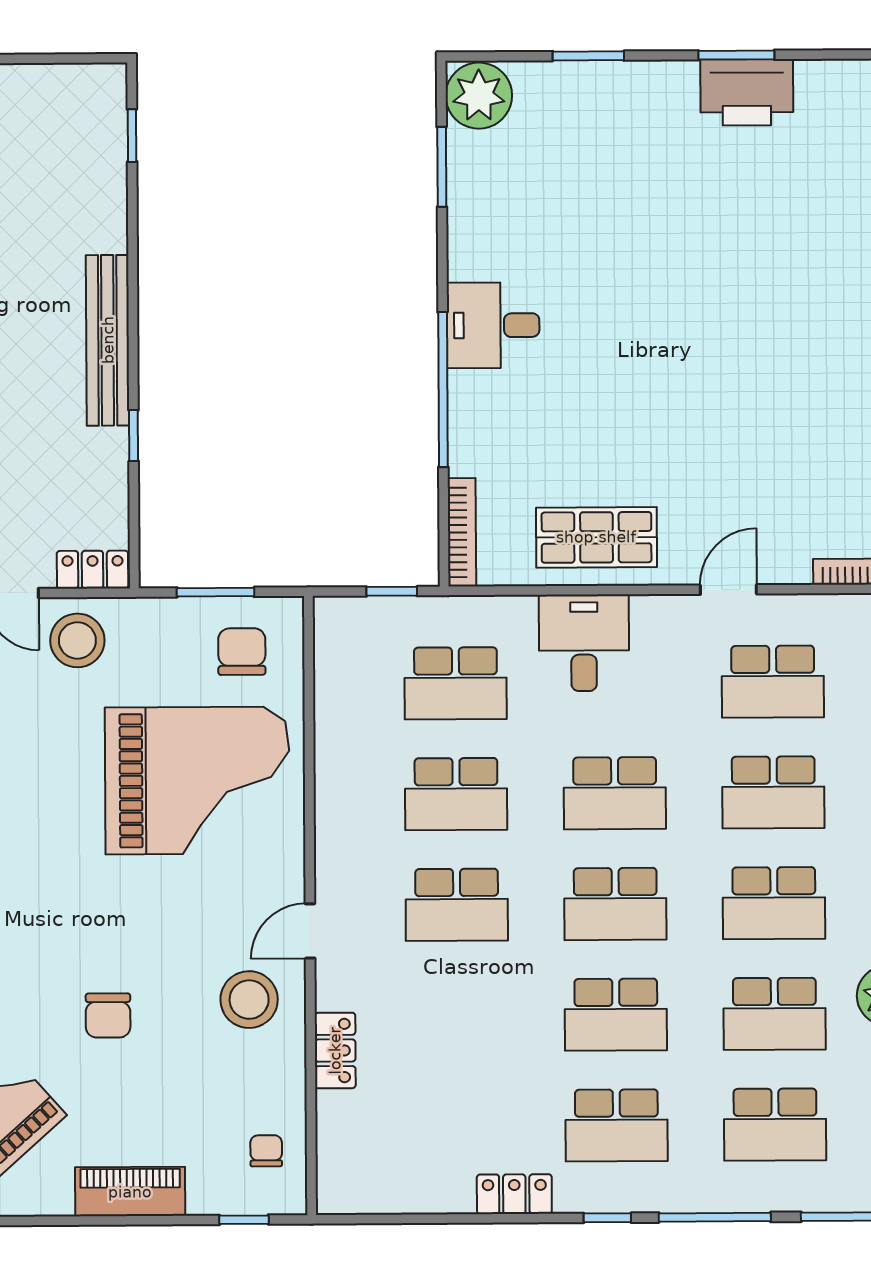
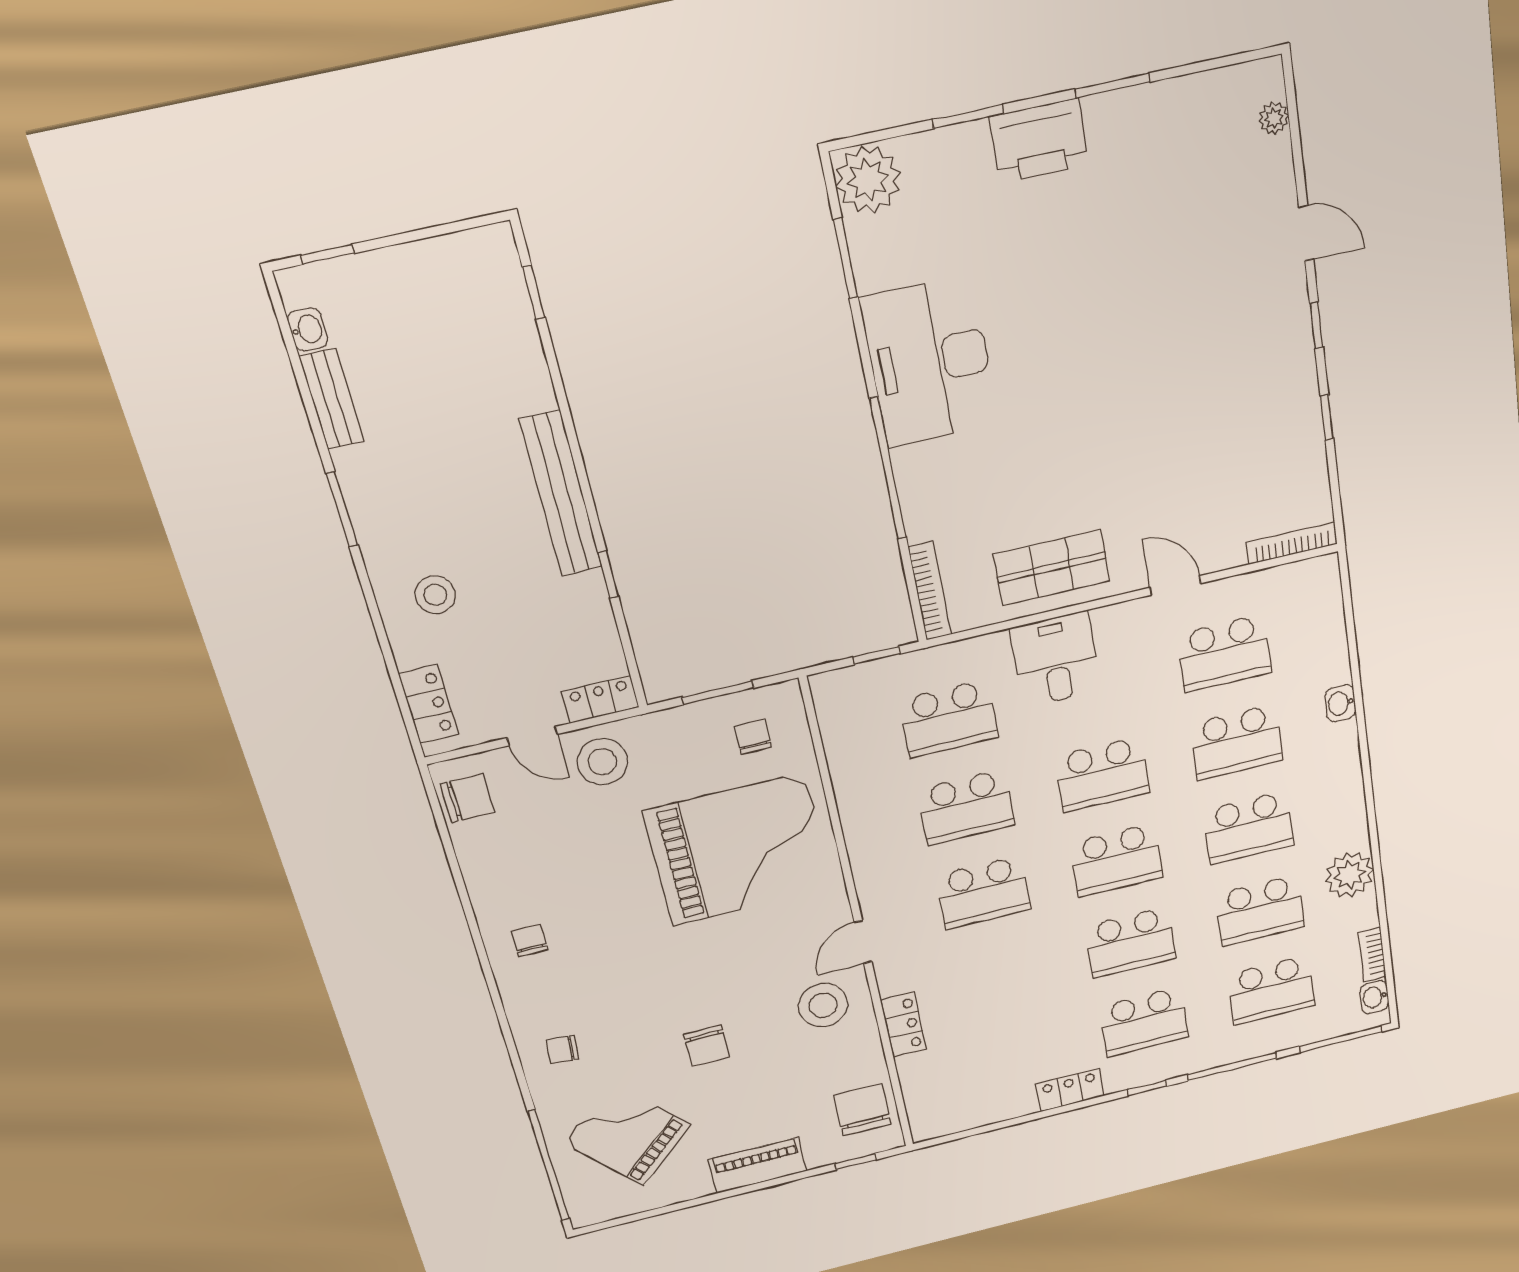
printer: (747, 92) -> (1039, 141), moved
desk: (493, 325) -> (930, 361), width x1.87, depth x1.30
door: (728, 589) -> (1175, 585), hinge flipped
chair: (242, 652) -> (753, 737), width x0.73, depth x0.73
chair: (266, 1151) -> (862, 1110), width x1.87, depth x1.87

